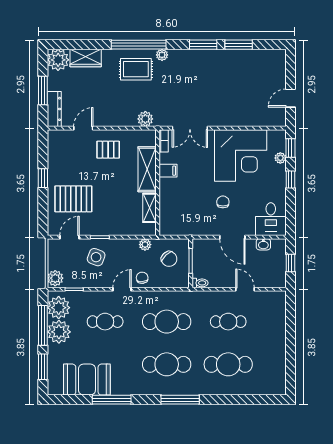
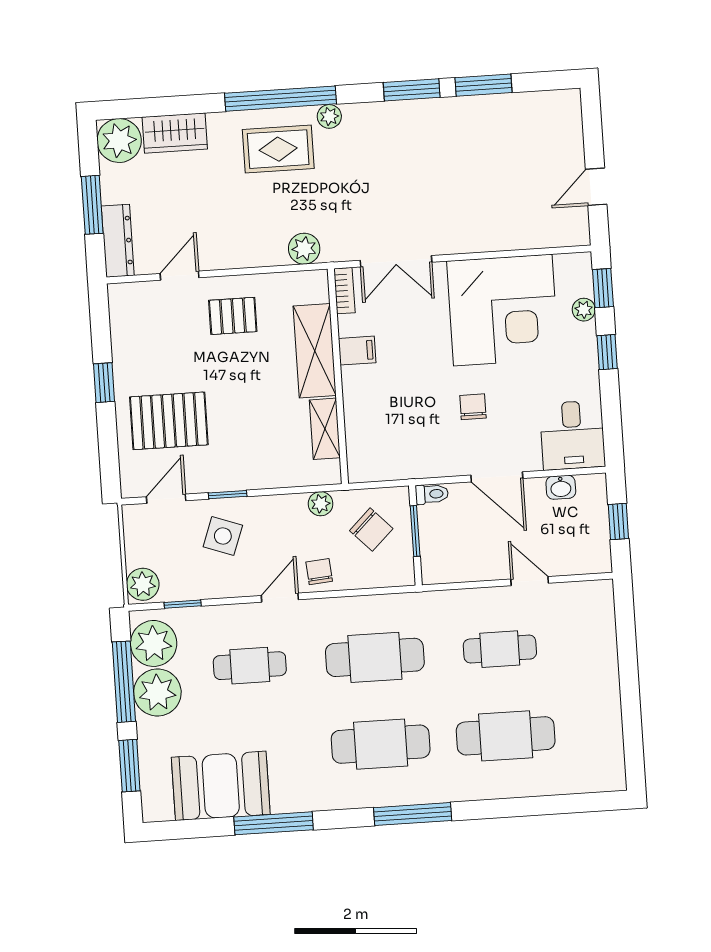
toilet: (200, 283) -> (432, 494), moved

